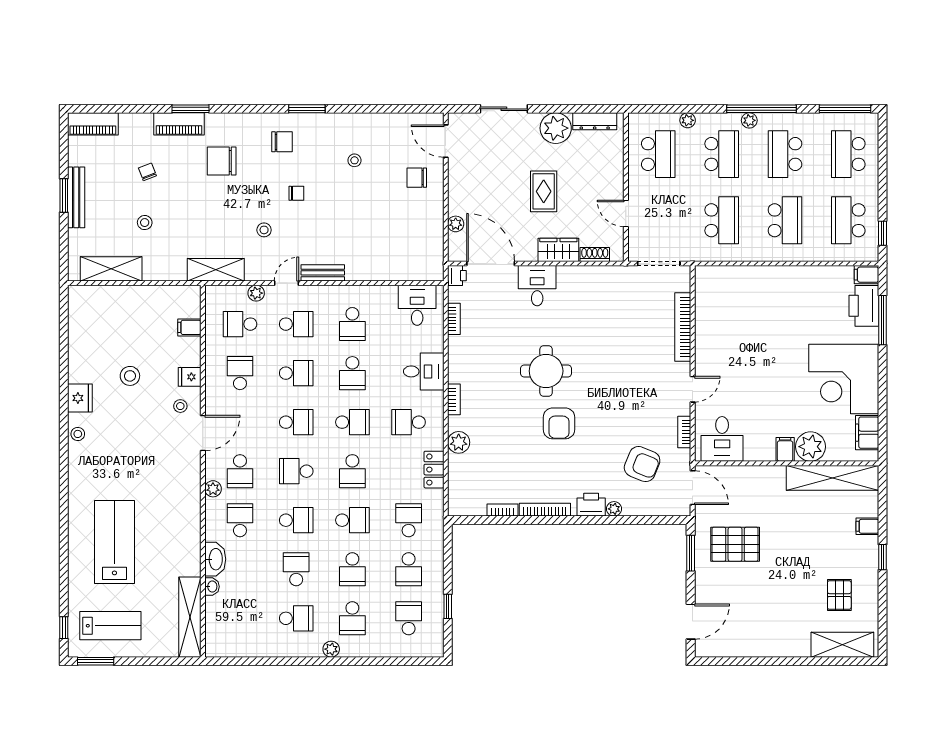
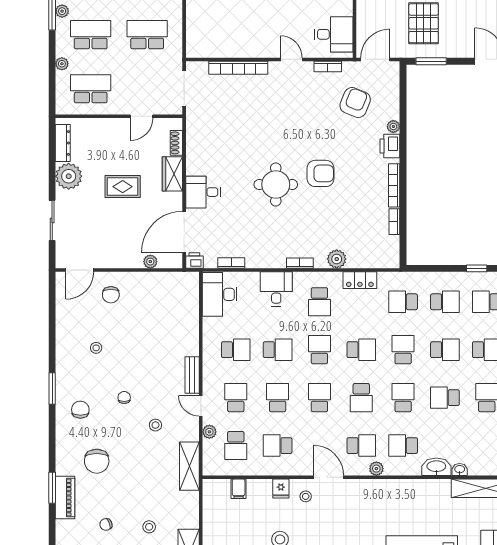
desk: (417, 305) -> (220, 294), width x1.37

